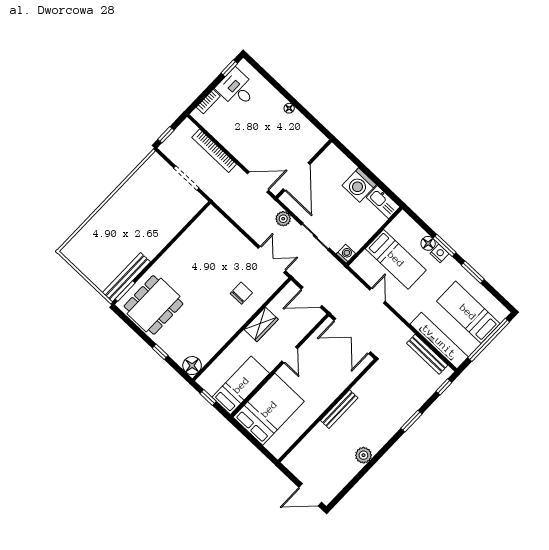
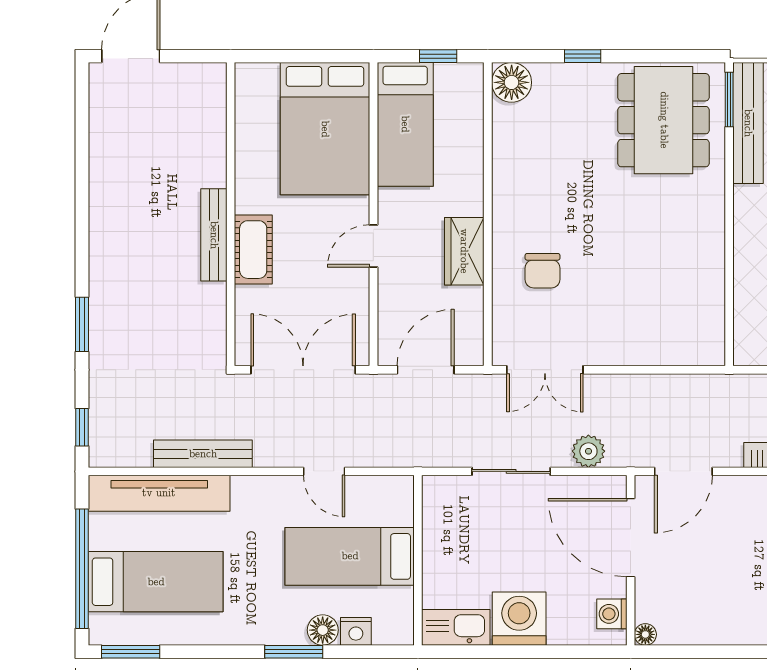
floor lamp: (289, 108) -> (645, 634), moved
nightstand: (439, 253) -> (356, 631), moved
washing machine: (346, 254) -> (612, 614), moved, turned 90
window: (473, 272) -> (131, 652), moved
bench: (427, 354) -> (203, 454), moved
door: (290, 355) -> (373, 246), hinge flipped
cot: (331, 392) -> (253, 250), added
plant: (363, 455) -> (106, 199), removed

